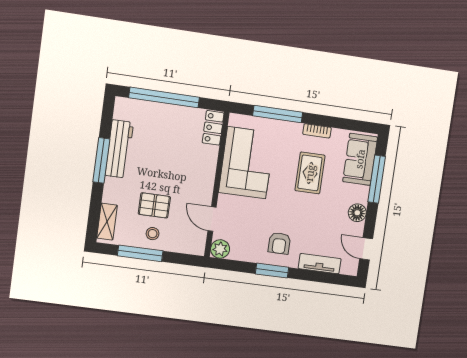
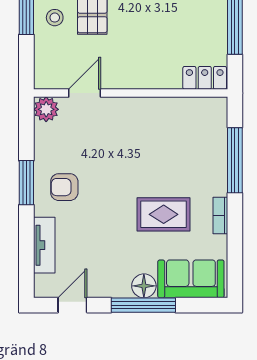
corner sofa: (247, 163) -> (165, 128), removed
window: (377, 179) -> (143, 305), moved
floor lamp: (357, 213) -> (144, 286), moved

